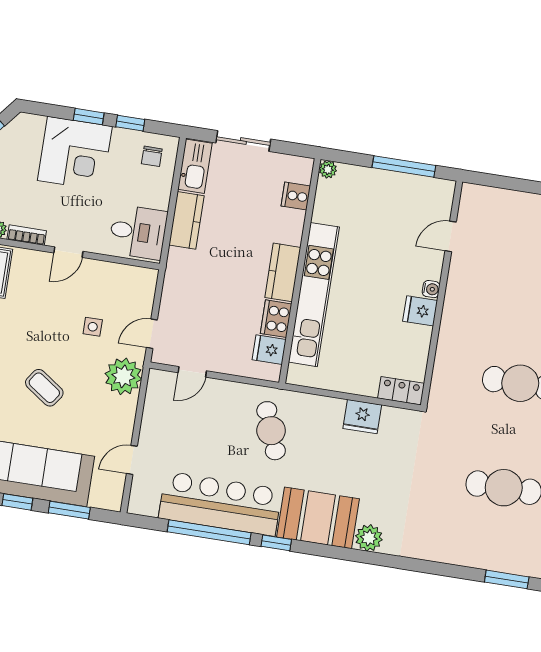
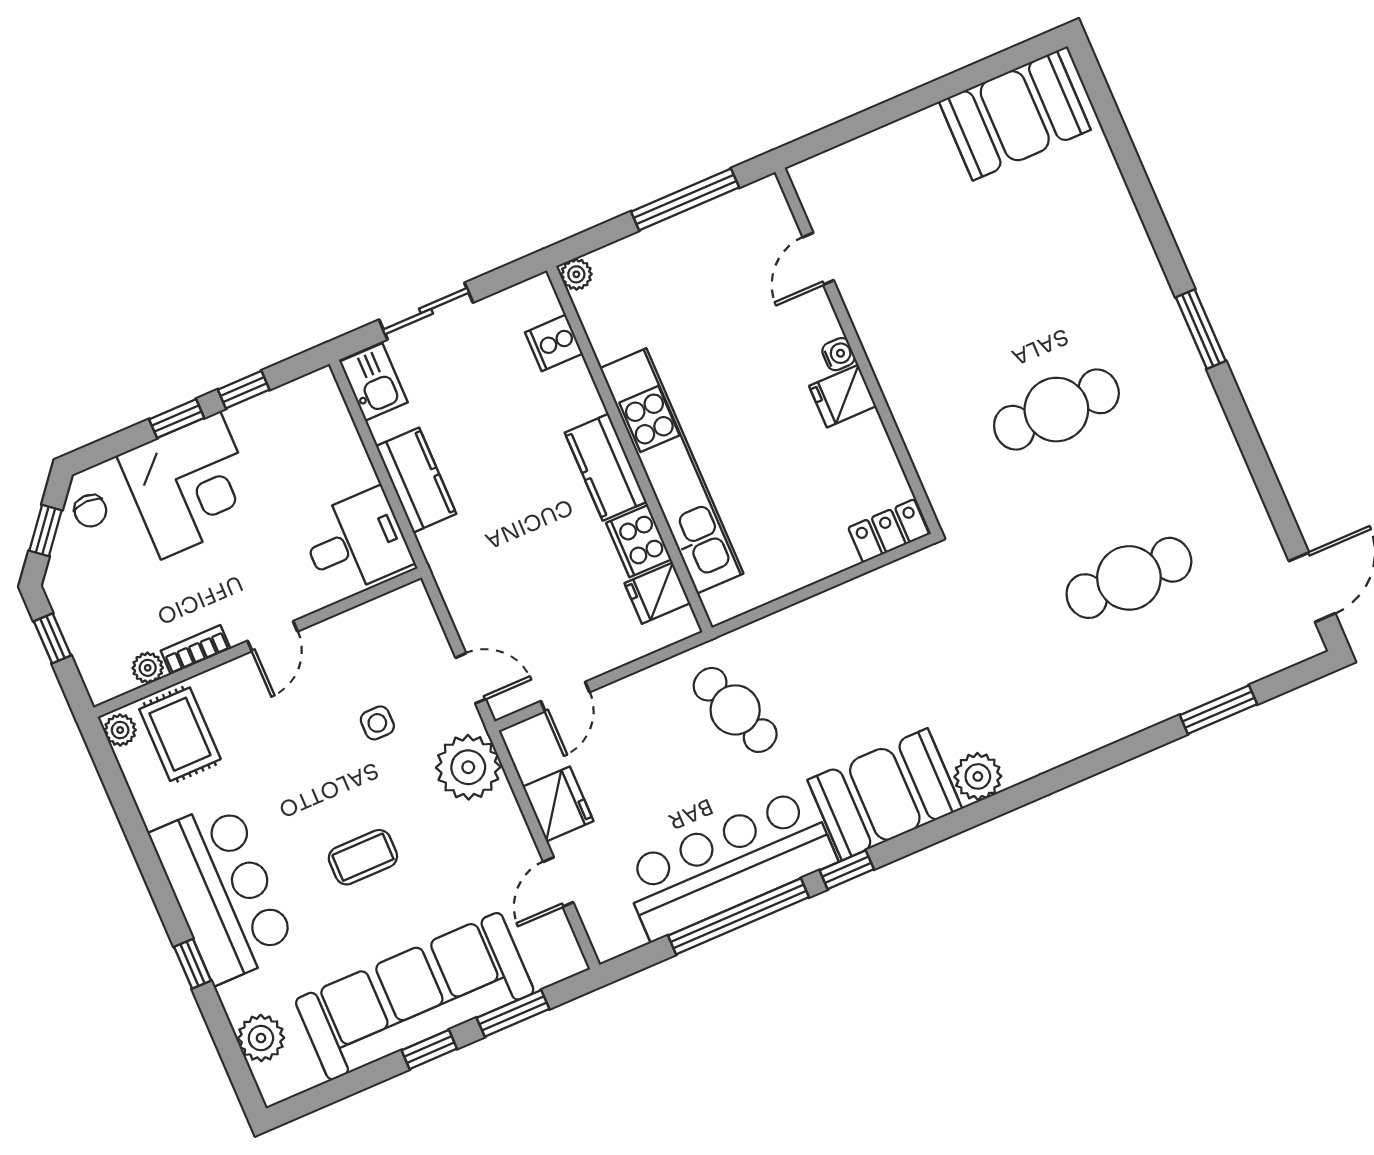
chair: (152, 156) -> (90, 511), moved
kitchen sink: (195, 166) -> (374, 382), width x0.73
door: (152, 334) -> (471, 678), swing flipped
coffee table: (44, 388) -> (363, 857), turned -35
fridge: (362, 417) -> (558, 804), moved, turned -90

